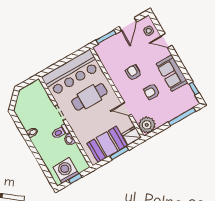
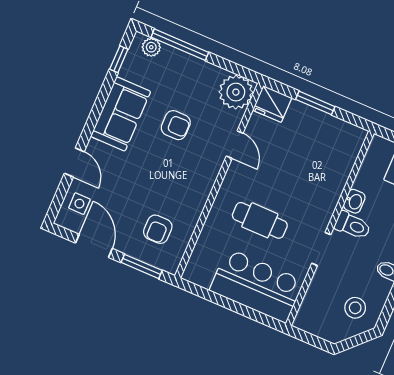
door: (128, 24) -> (94, 246), hinge flipped
bar counter: (71, 73) -> (257, 286), width x0.73
armchair: (133, 73) -> (158, 229), moved
cafe table: (89, 97) -> (260, 220), width x0.73, depth x0.74
plant: (189, 105) -> (151, 47), added
stool: (27, 109) -> (355, 308), added
booth: (107, 144) -> (316, 134), removed

